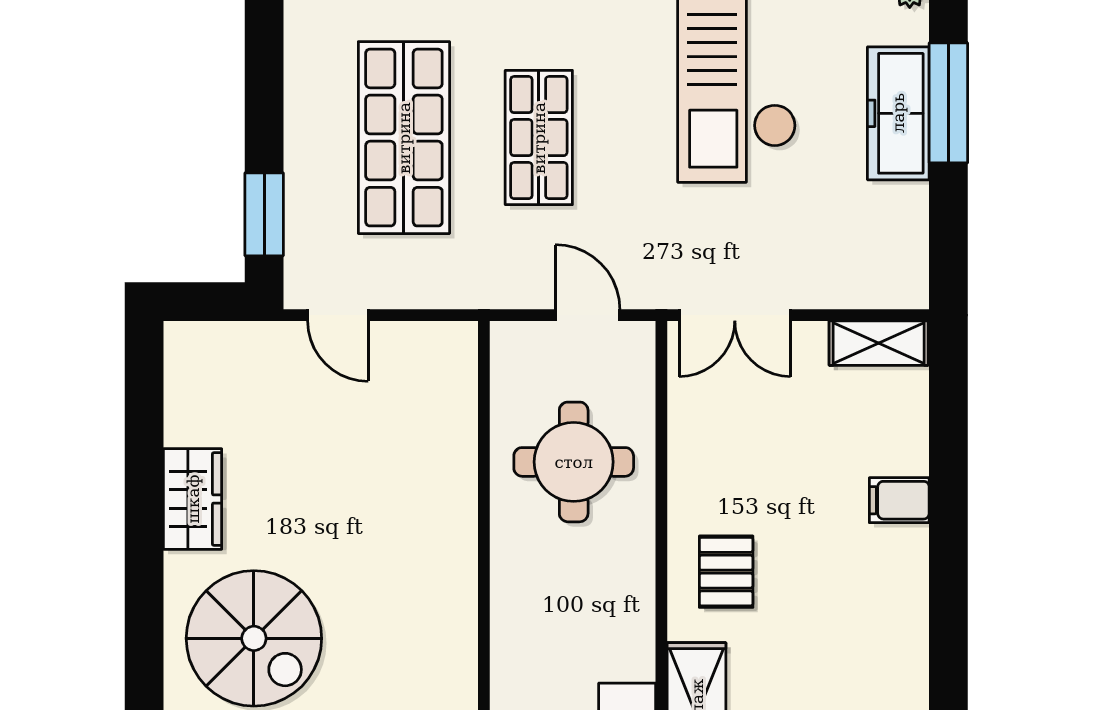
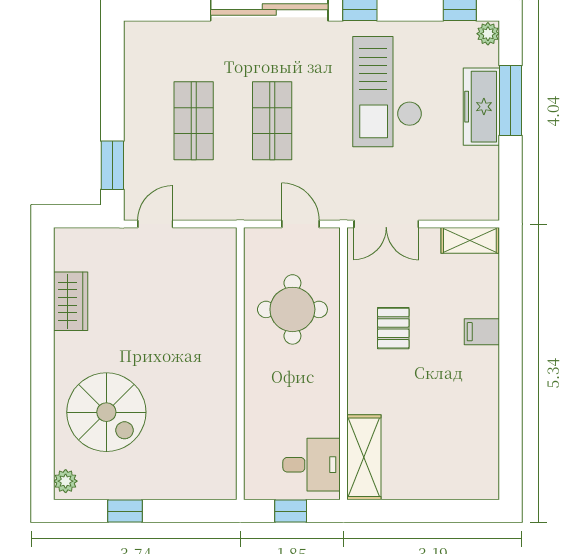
shop shelf: (404, 138) -> (194, 121), width x0.70, depth x0.74
door: (338, 315) -> (155, 224), swing flipped
wardrobe: (193, 499) -> (71, 301), moved
pallet: (726, 572) -> (393, 328), moved

